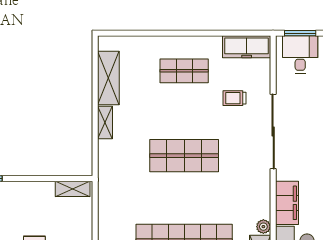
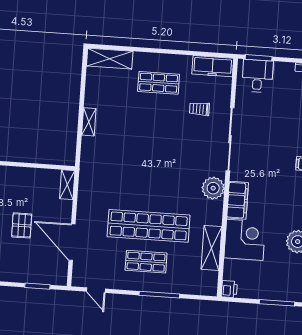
shelving: (108, 78) -> (110, 59), moved, turned 90
shop shelf: (184, 156) -> (154, 154), removed
shelving: (73, 189) -> (67, 185), moved, turned 90
plant: (263, 227) -> (213, 188), moved, width x1.88, depth x1.88

